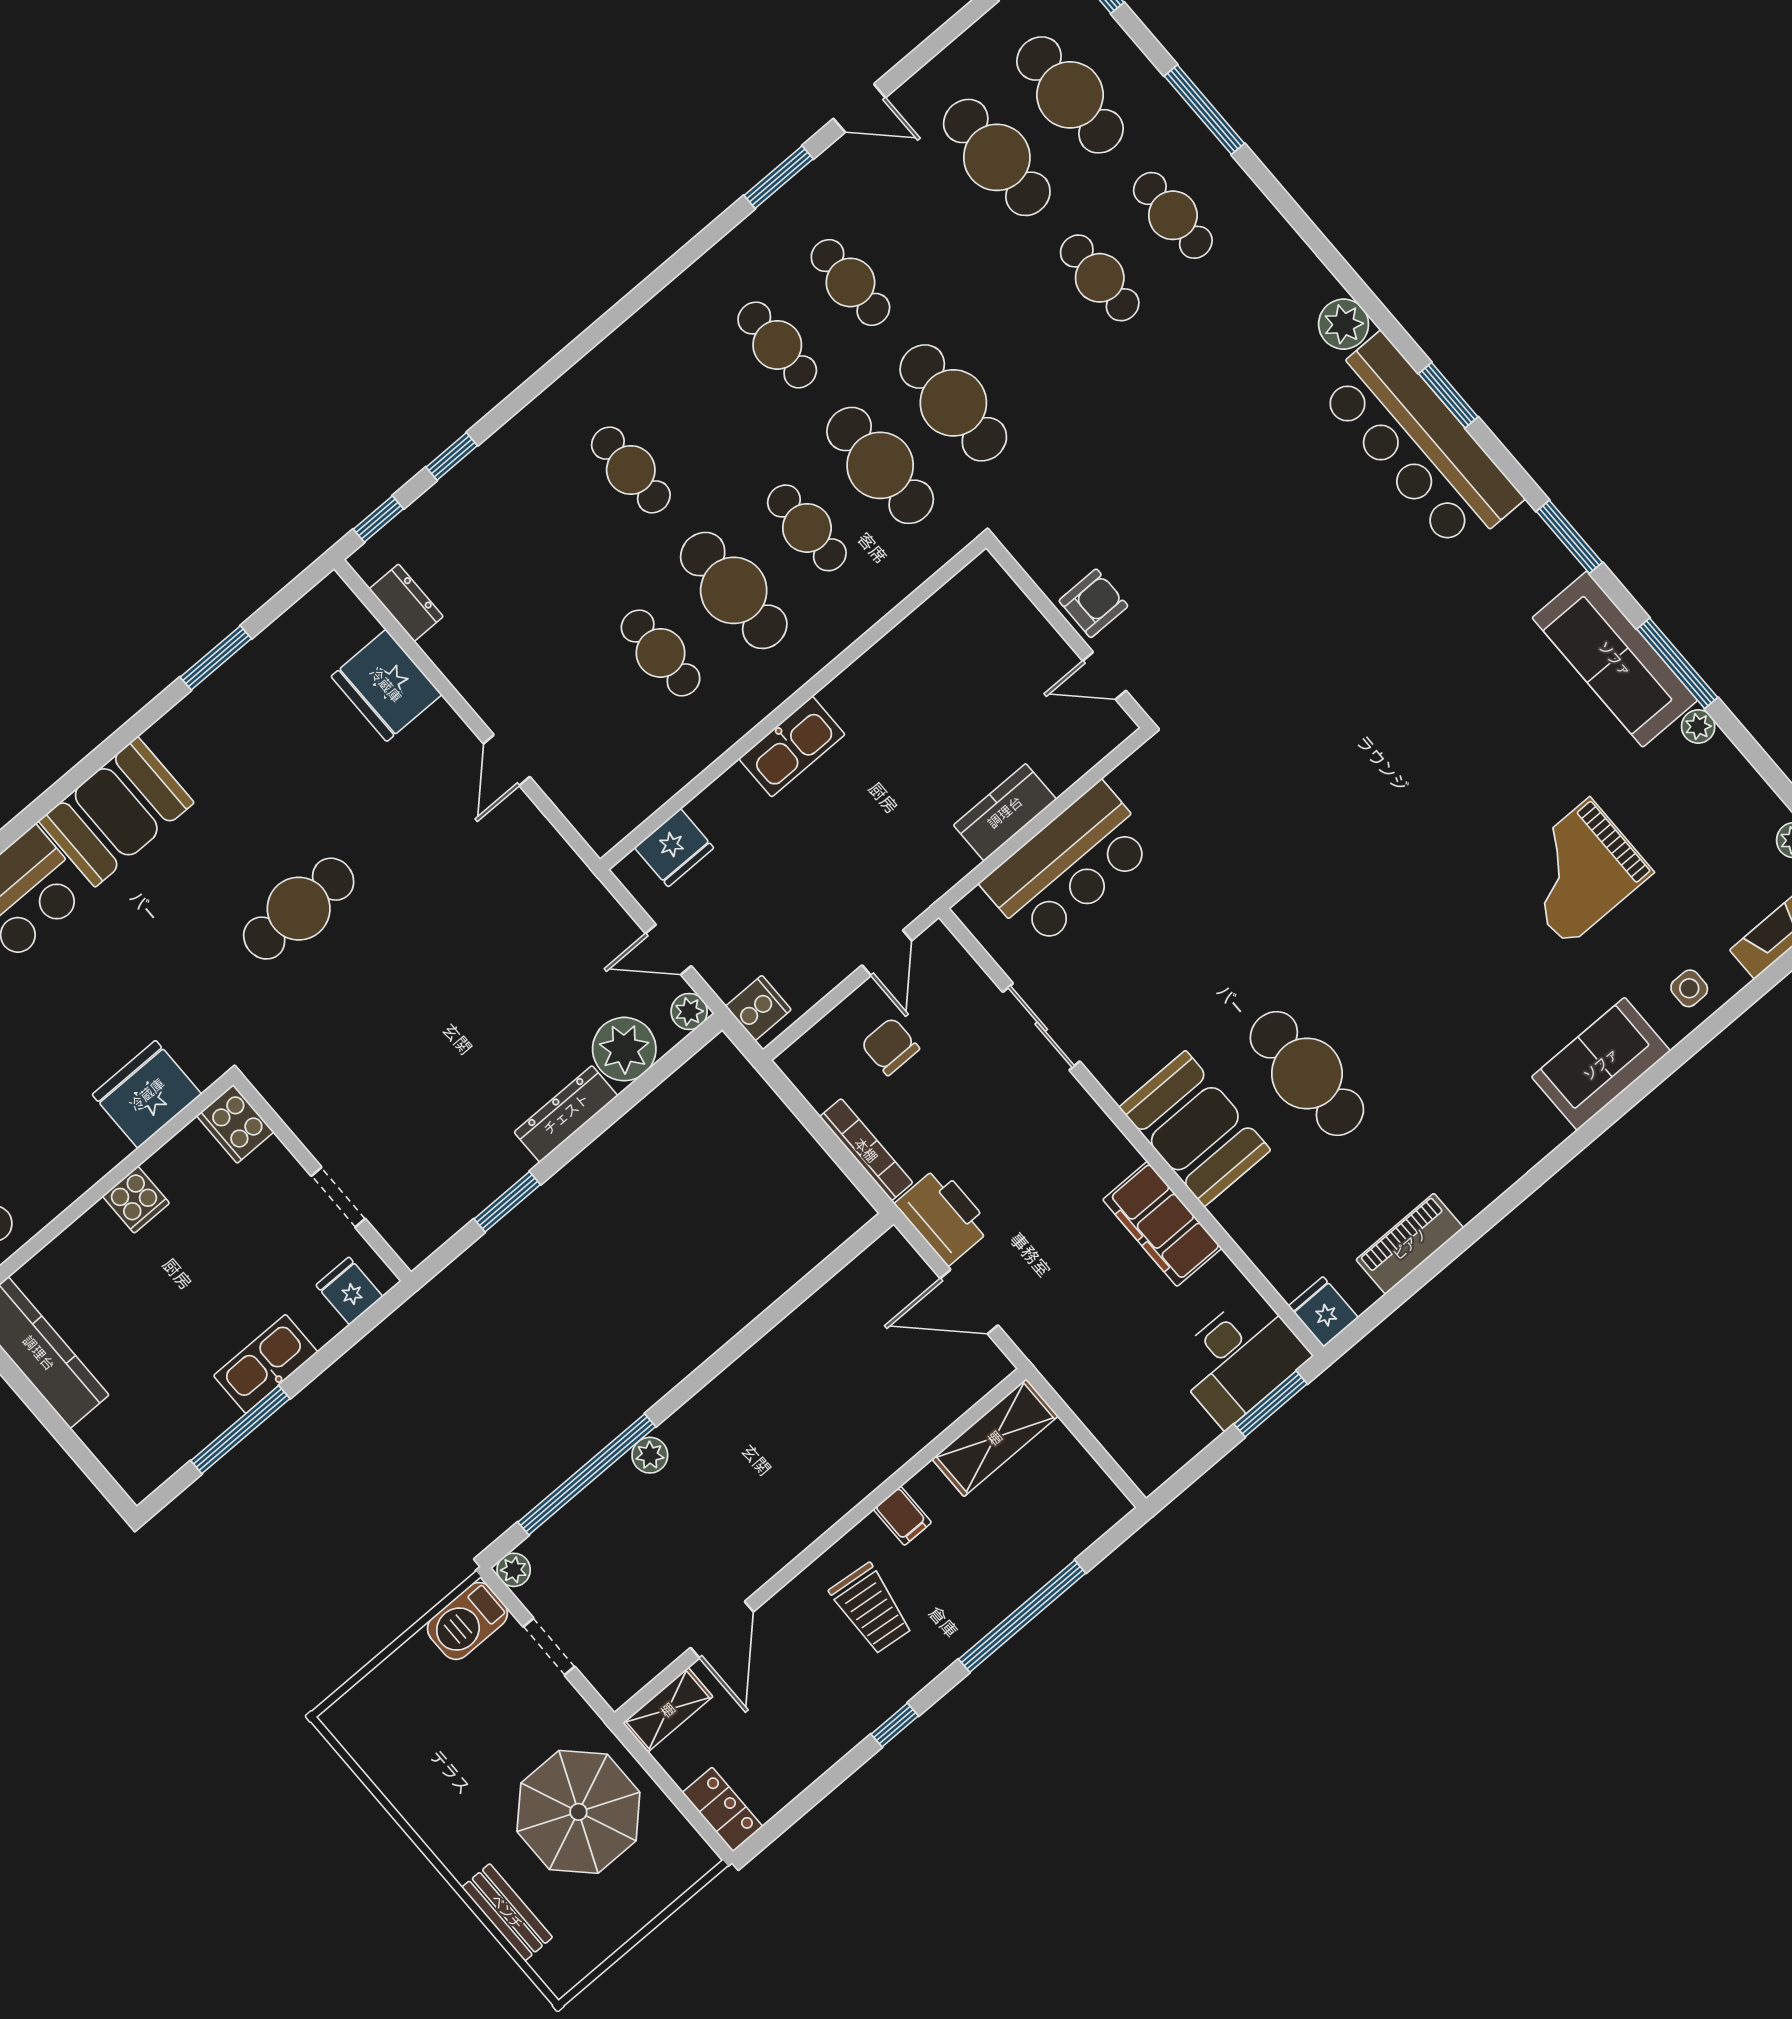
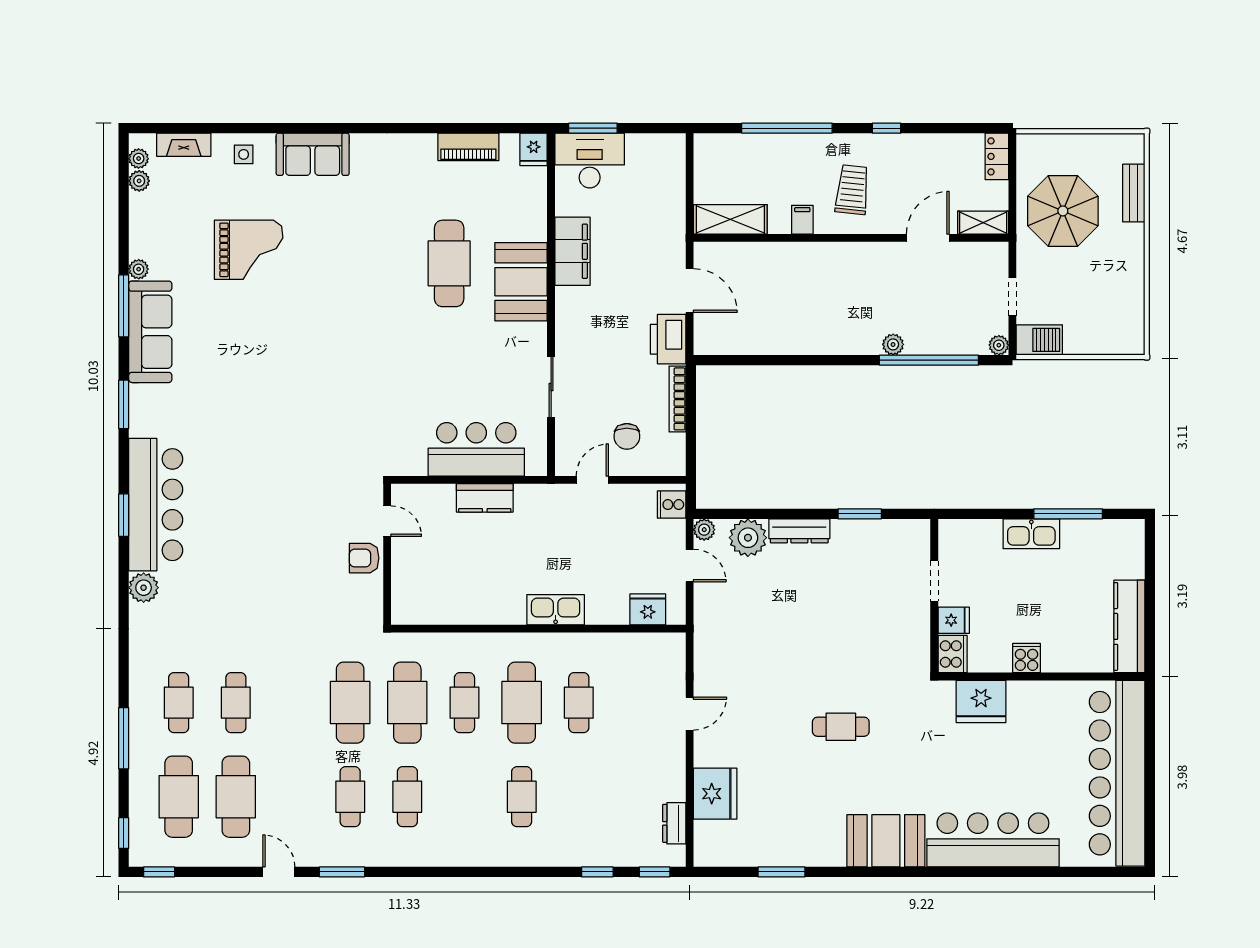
cafe table: (299, 909) -> (841, 727), width x0.73, depth x0.74
fridge: (349, 1291) -> (954, 620), moved, turned -90

